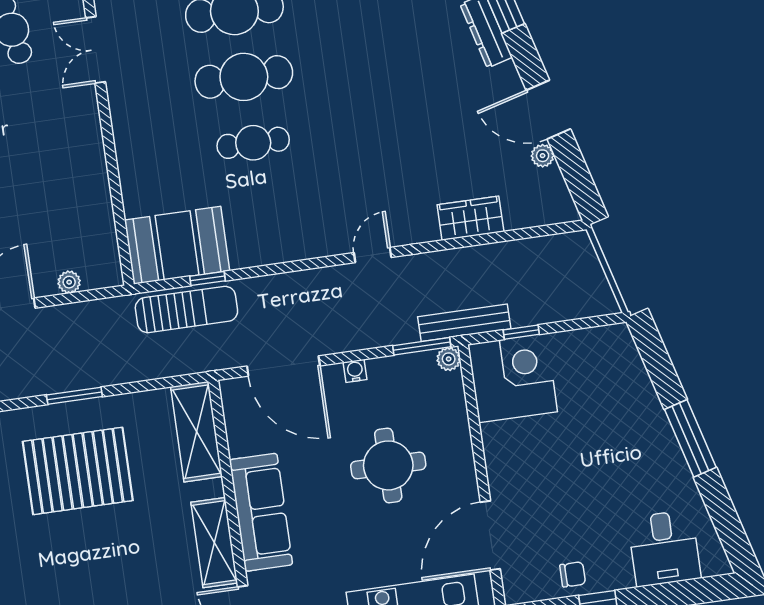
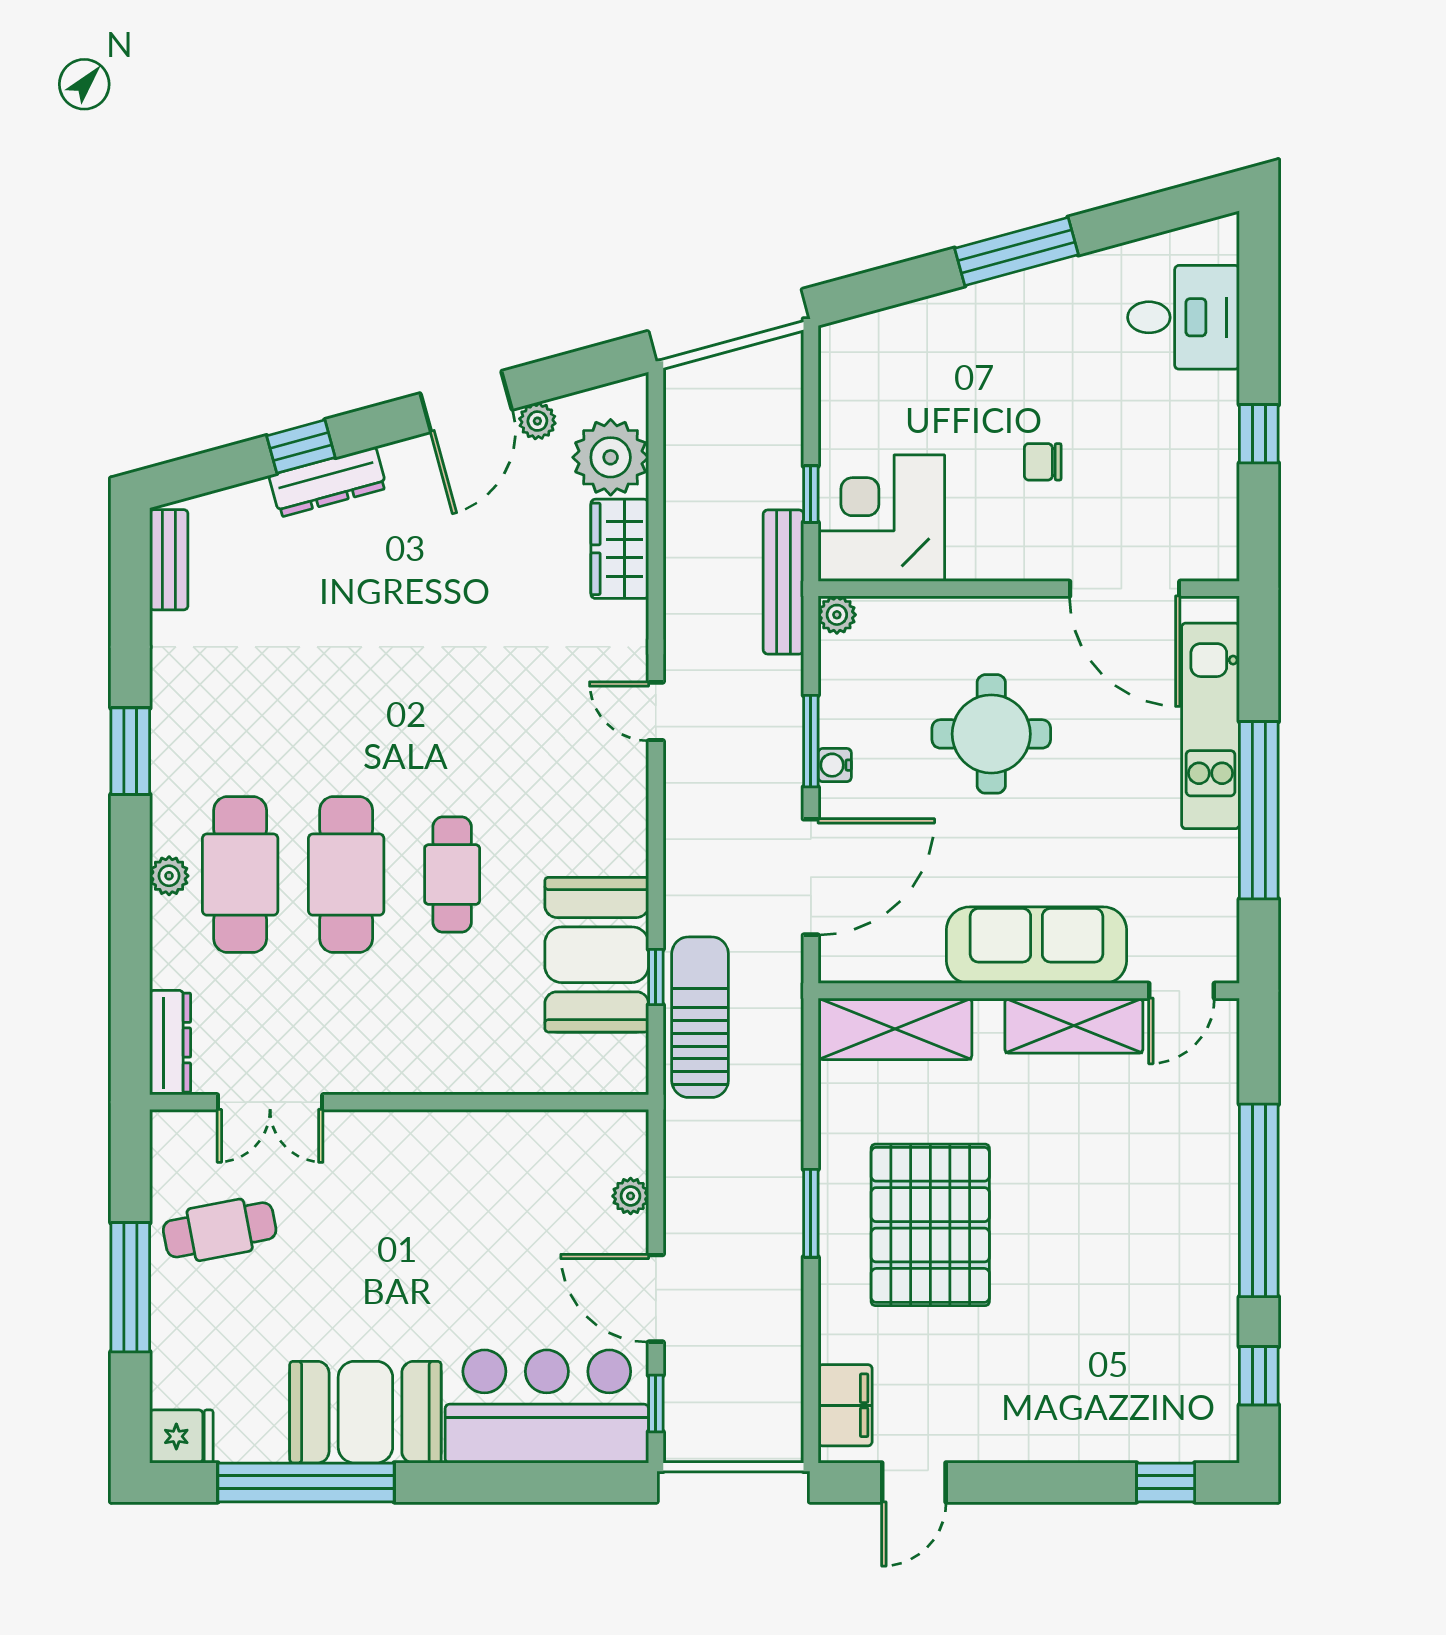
plant: (526, 204) -> (611, 457), added
booth: (177, 245) -> (597, 955), moved
window: (422, 346) -> (811, 741), moved
chair: (573, 574) -> (1043, 462), moved, turned -90

